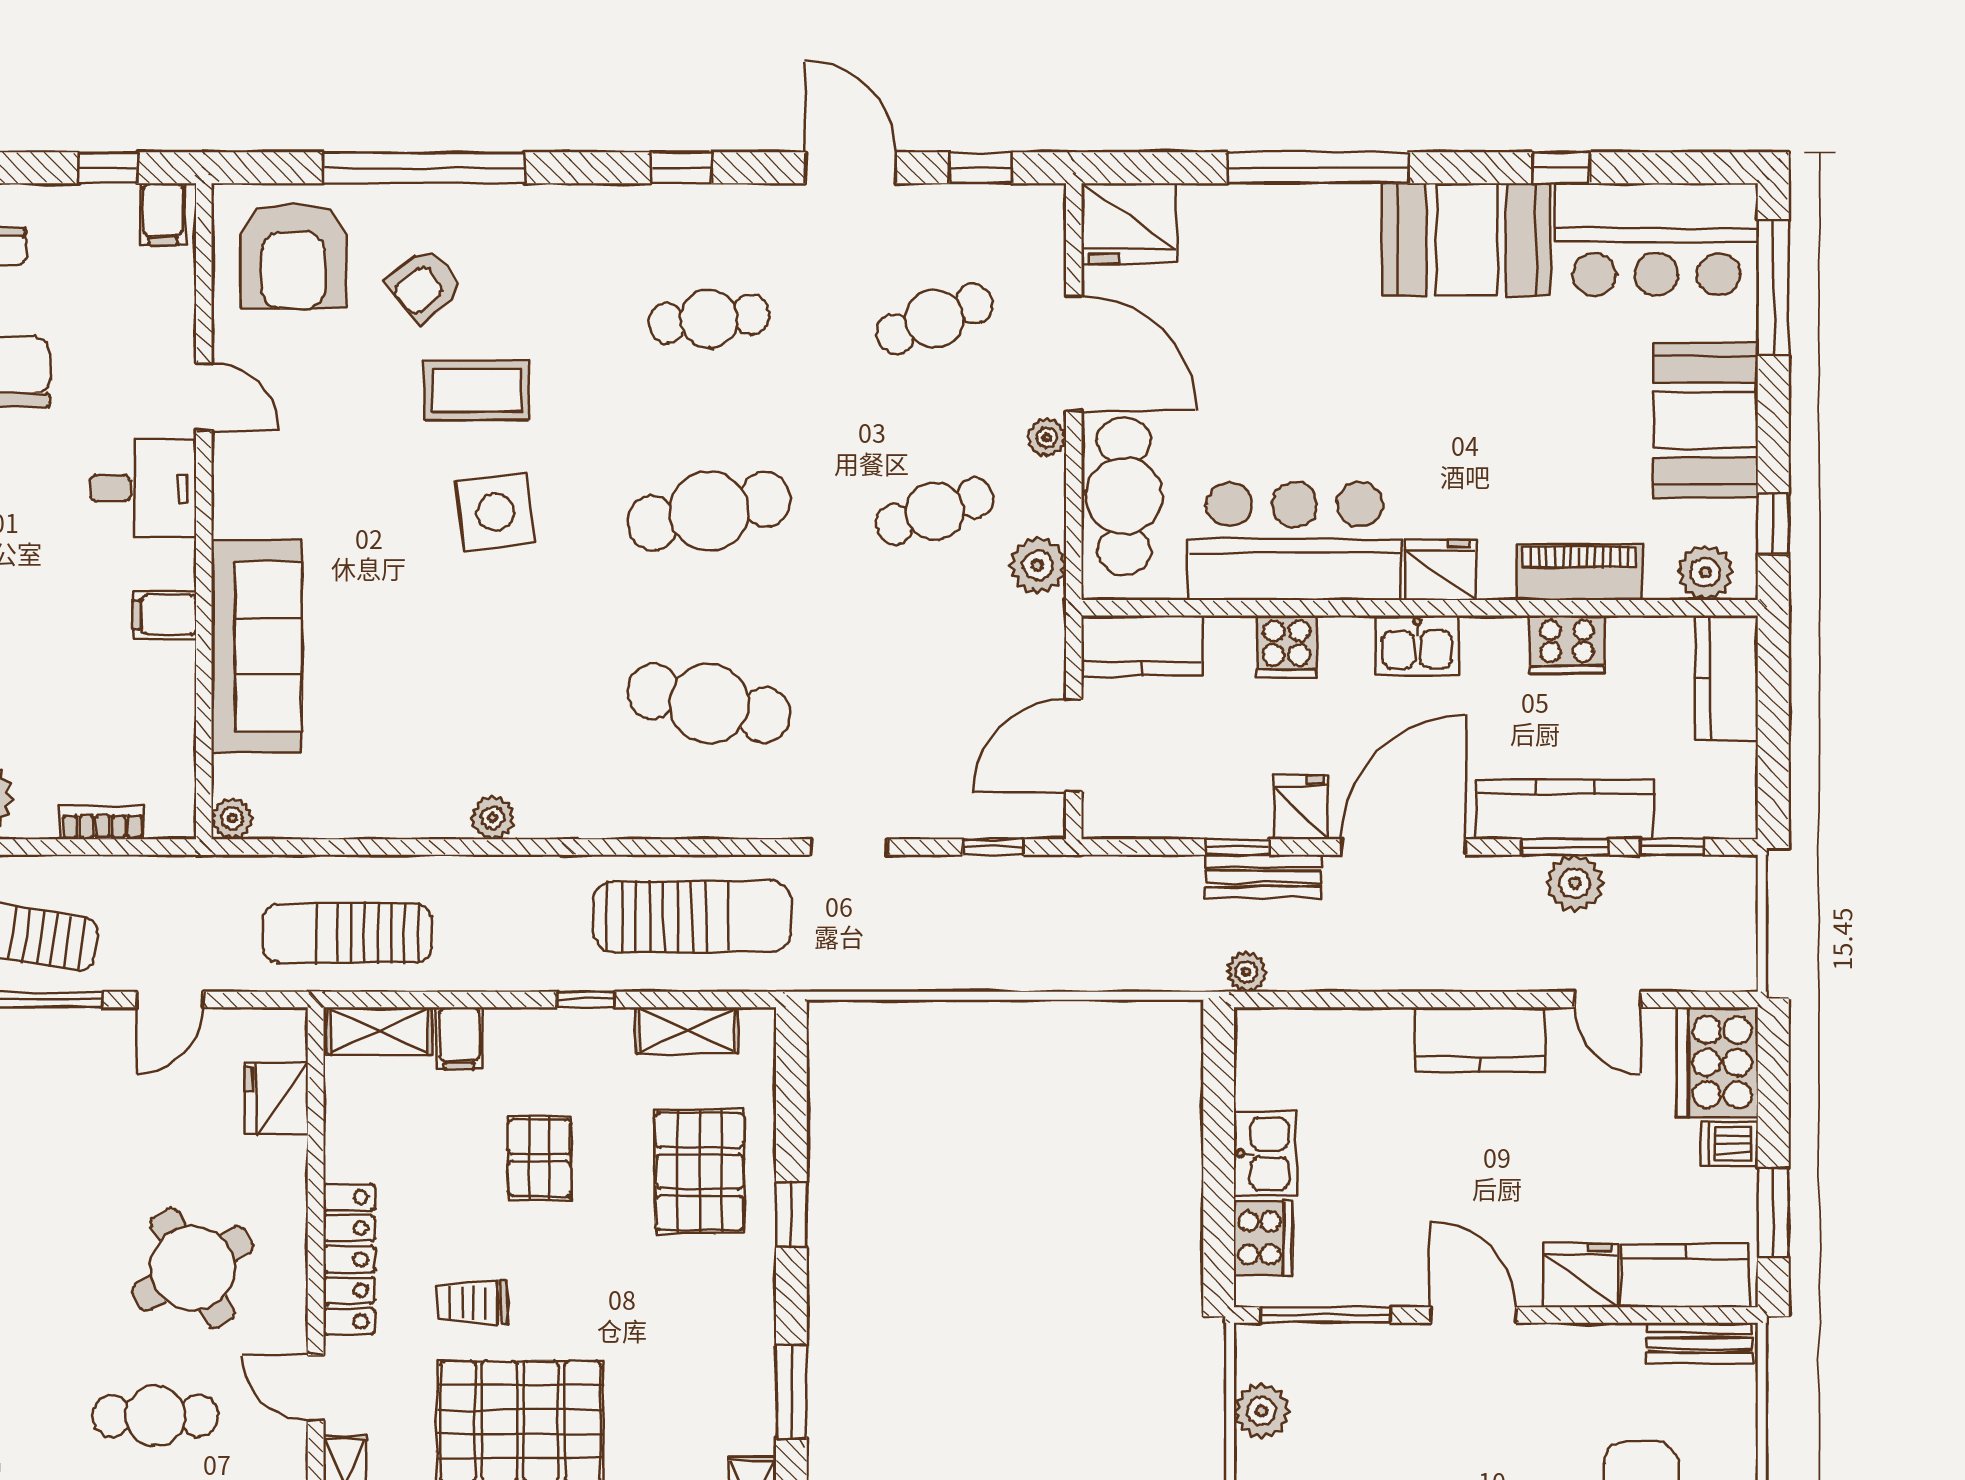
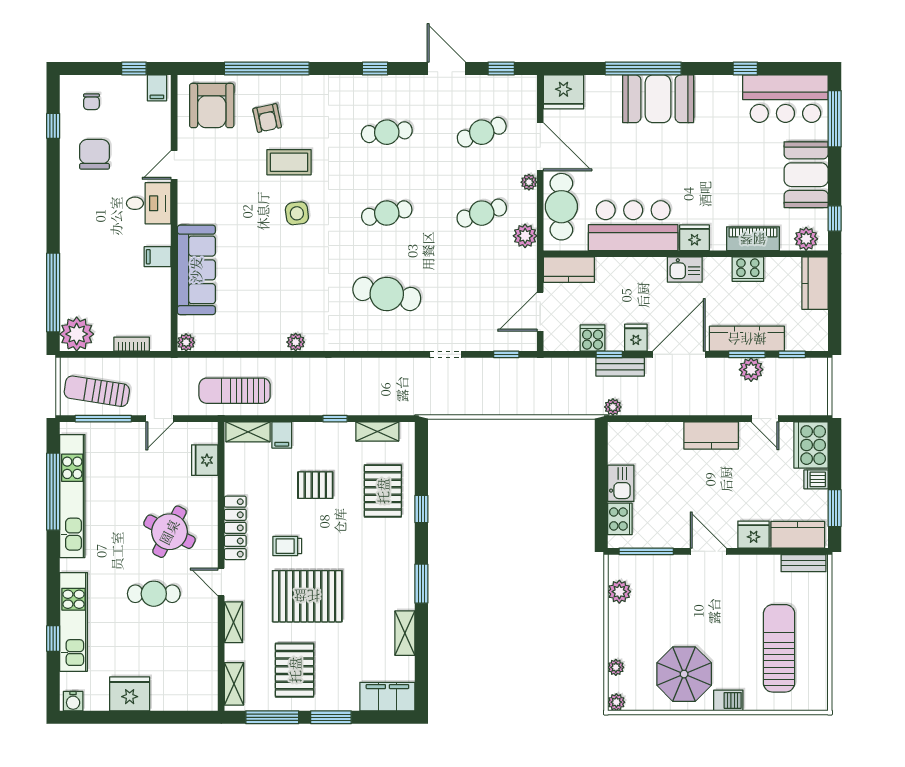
booth: (1467, 240) -> (658, 99), moved
armchair: (425, 285) -> (267, 118), turned -63
door: (204, 397) -> (174, 165), swing flipped
cafe table: (709, 511) -> (387, 213), width x0.73, depth x0.74
side table: (496, 512) -> (297, 213), width x0.73, depth x0.73
cooker: (1287, 647) -> (592, 338), moved, turned 180
sun lounger: (693, 917) -> (380, 384), removed
pallet: (539, 1158) -> (315, 485), turned 90
round table: (193, 1268) -> (169, 532), turned -33

